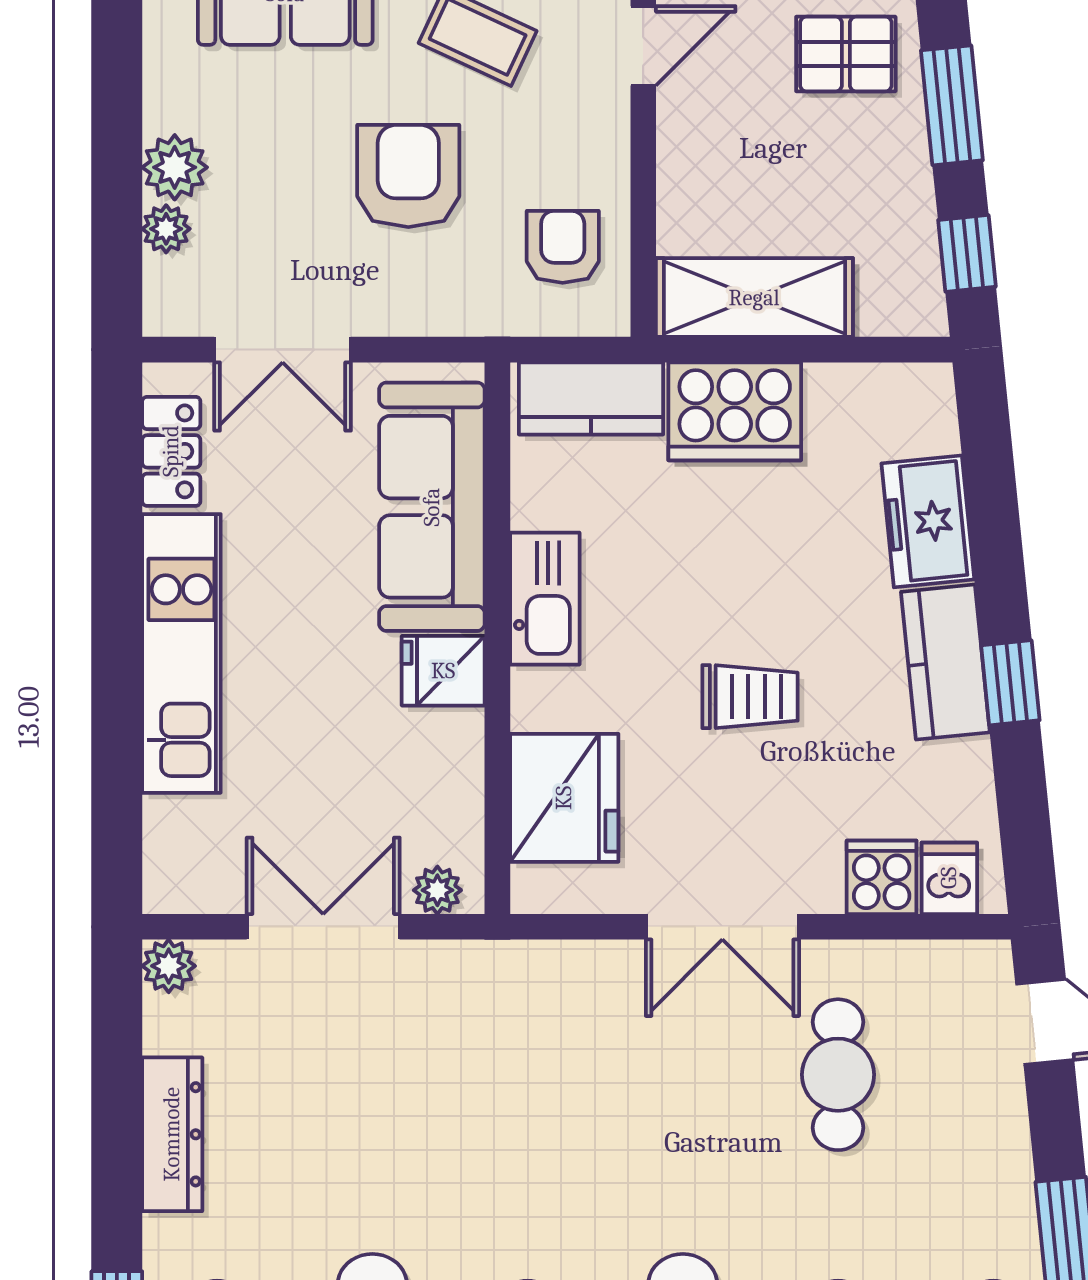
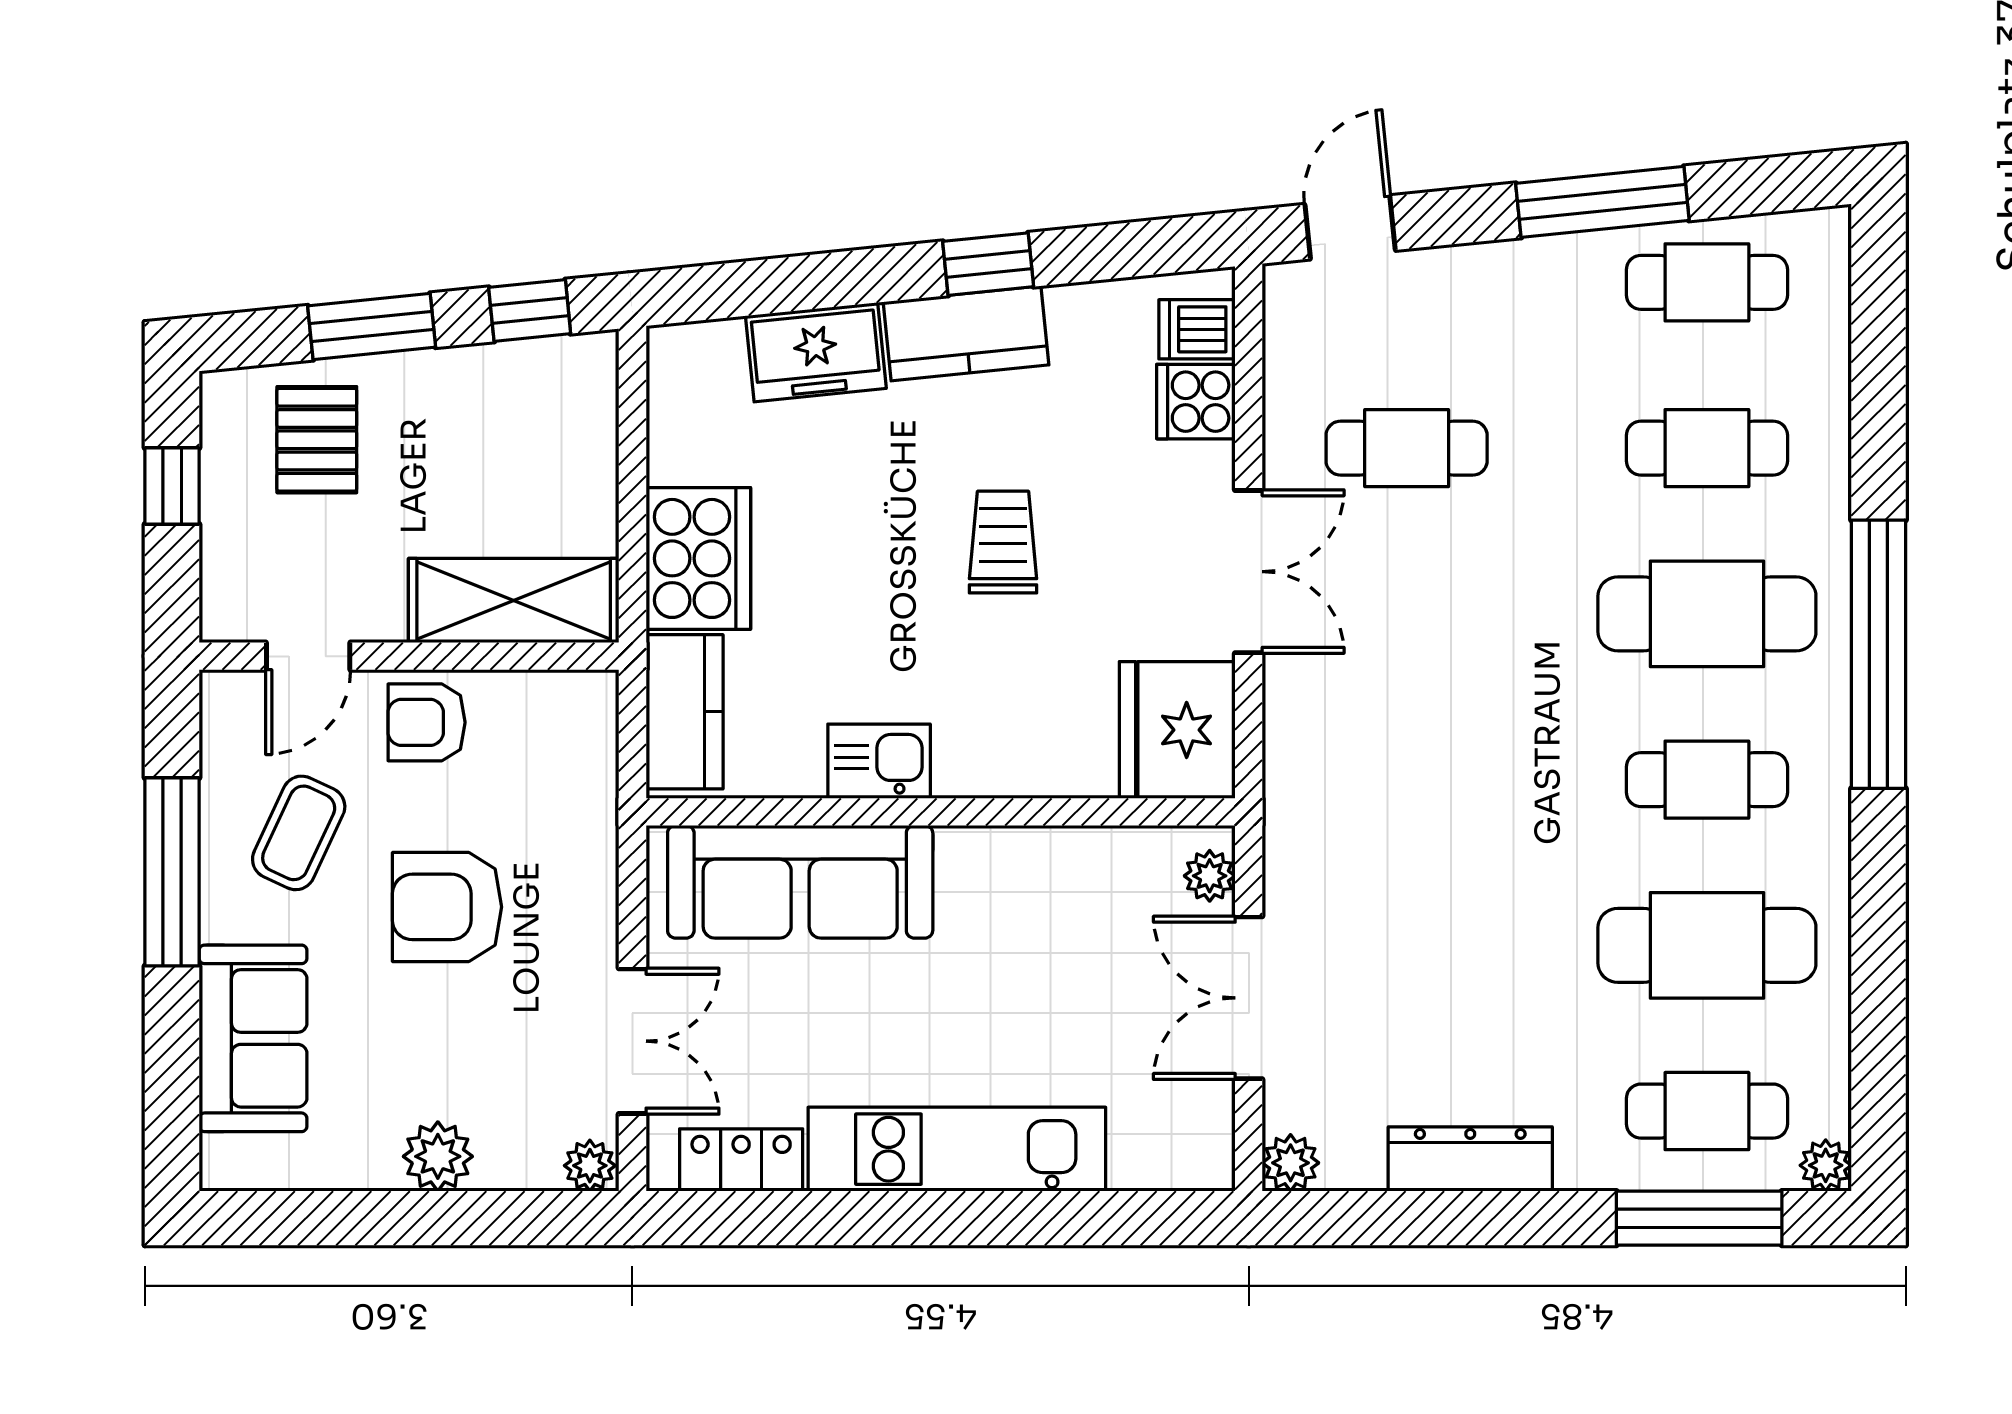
door: (643, 46) -> (308, 656), swing flipped
plant: (166, 229) -> (590, 1166), moved
armchair: (563, 247) -> (427, 722), moved
shelving: (754, 298) -> (514, 600), moved, turned 90
kitchen sink: (545, 599) -> (879, 761), width x0.73
fridge: (443, 671) -> (975, 870), removed
fridge: (564, 798) -> (1177, 730), moved, turned -90

